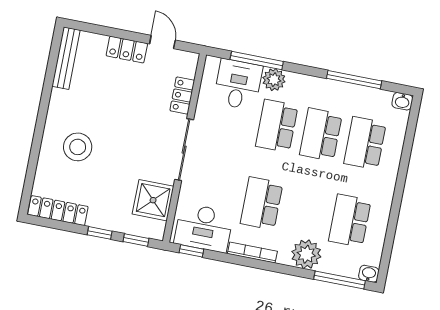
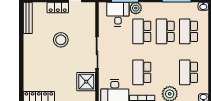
locker: (182, 95) -> (91, 25), removed
stool: (78, 147) -> (61, 40), moved

